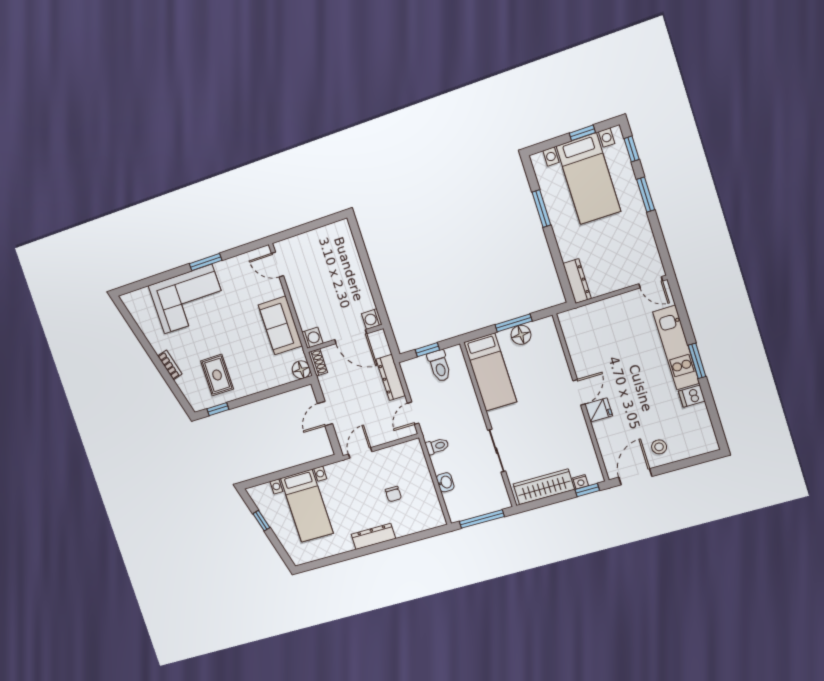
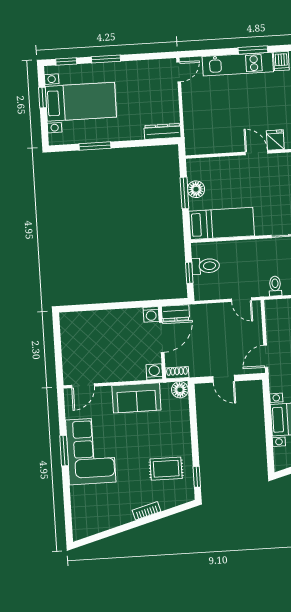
corner sofa: (188, 299) -> (91, 451), moved
dresser: (391, 377) -> (176, 313), moved, width x0.70
door: (360, 453) -> (266, 356), hinge flipped

